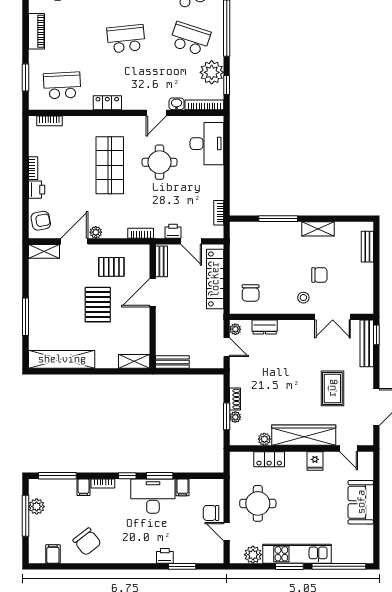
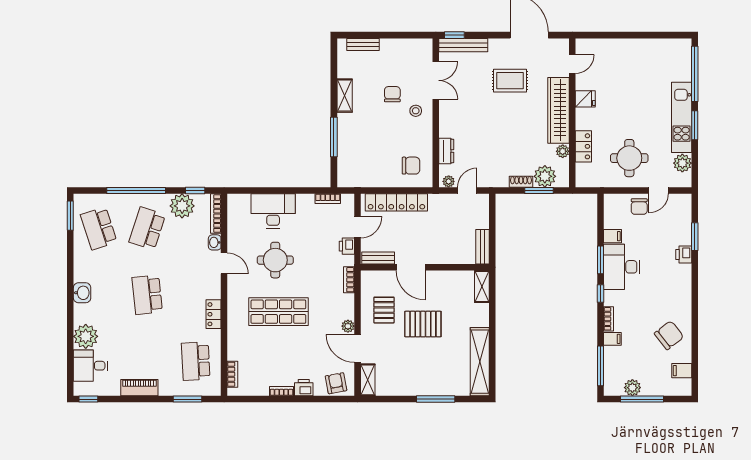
desk: (207, 144) -> (273, 211), moved
plant: (235, 417) -> (545, 176), width x1.88, depth x1.88
sofa: (361, 502) -> (628, 51), removed

